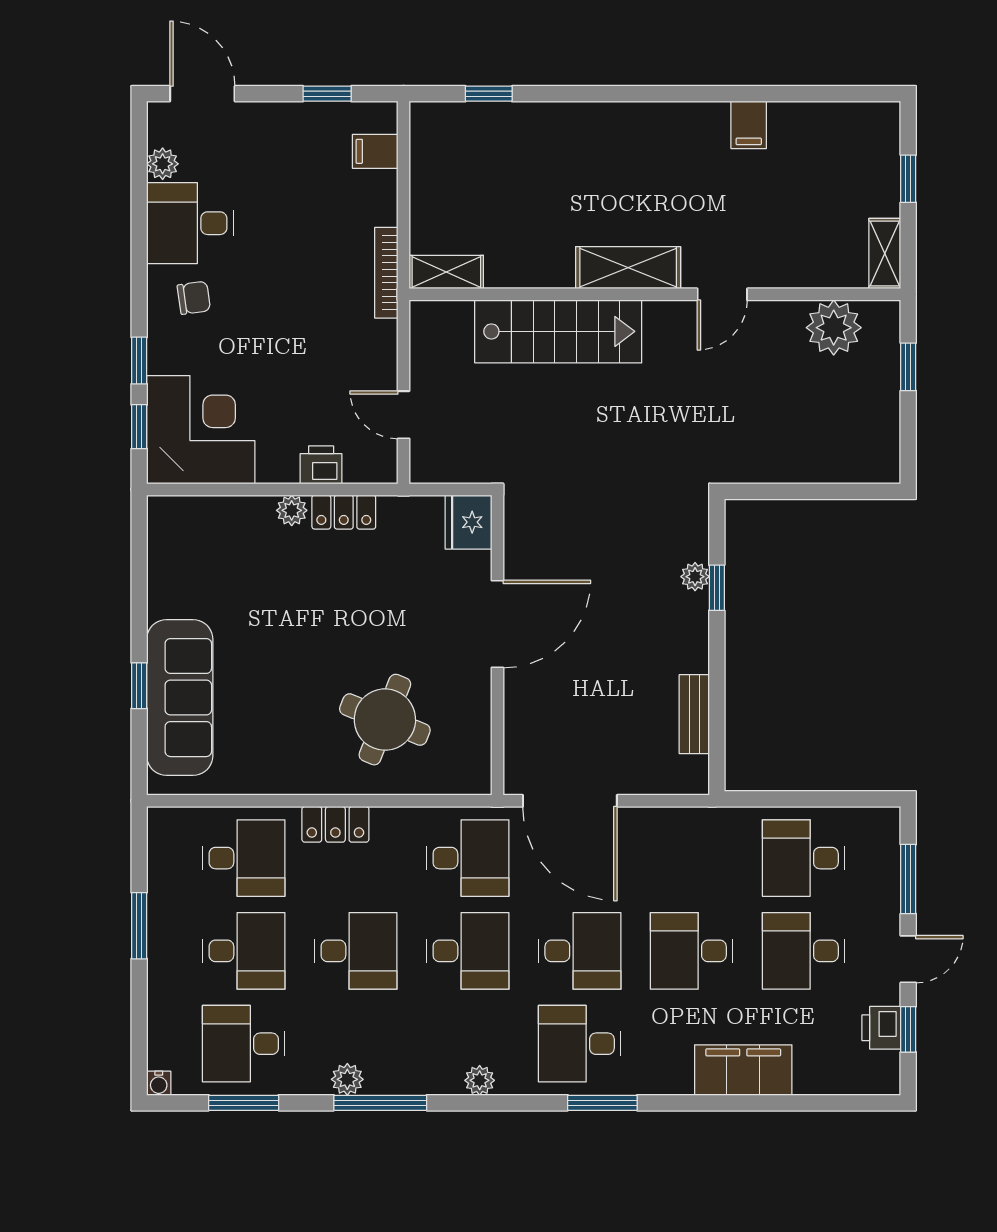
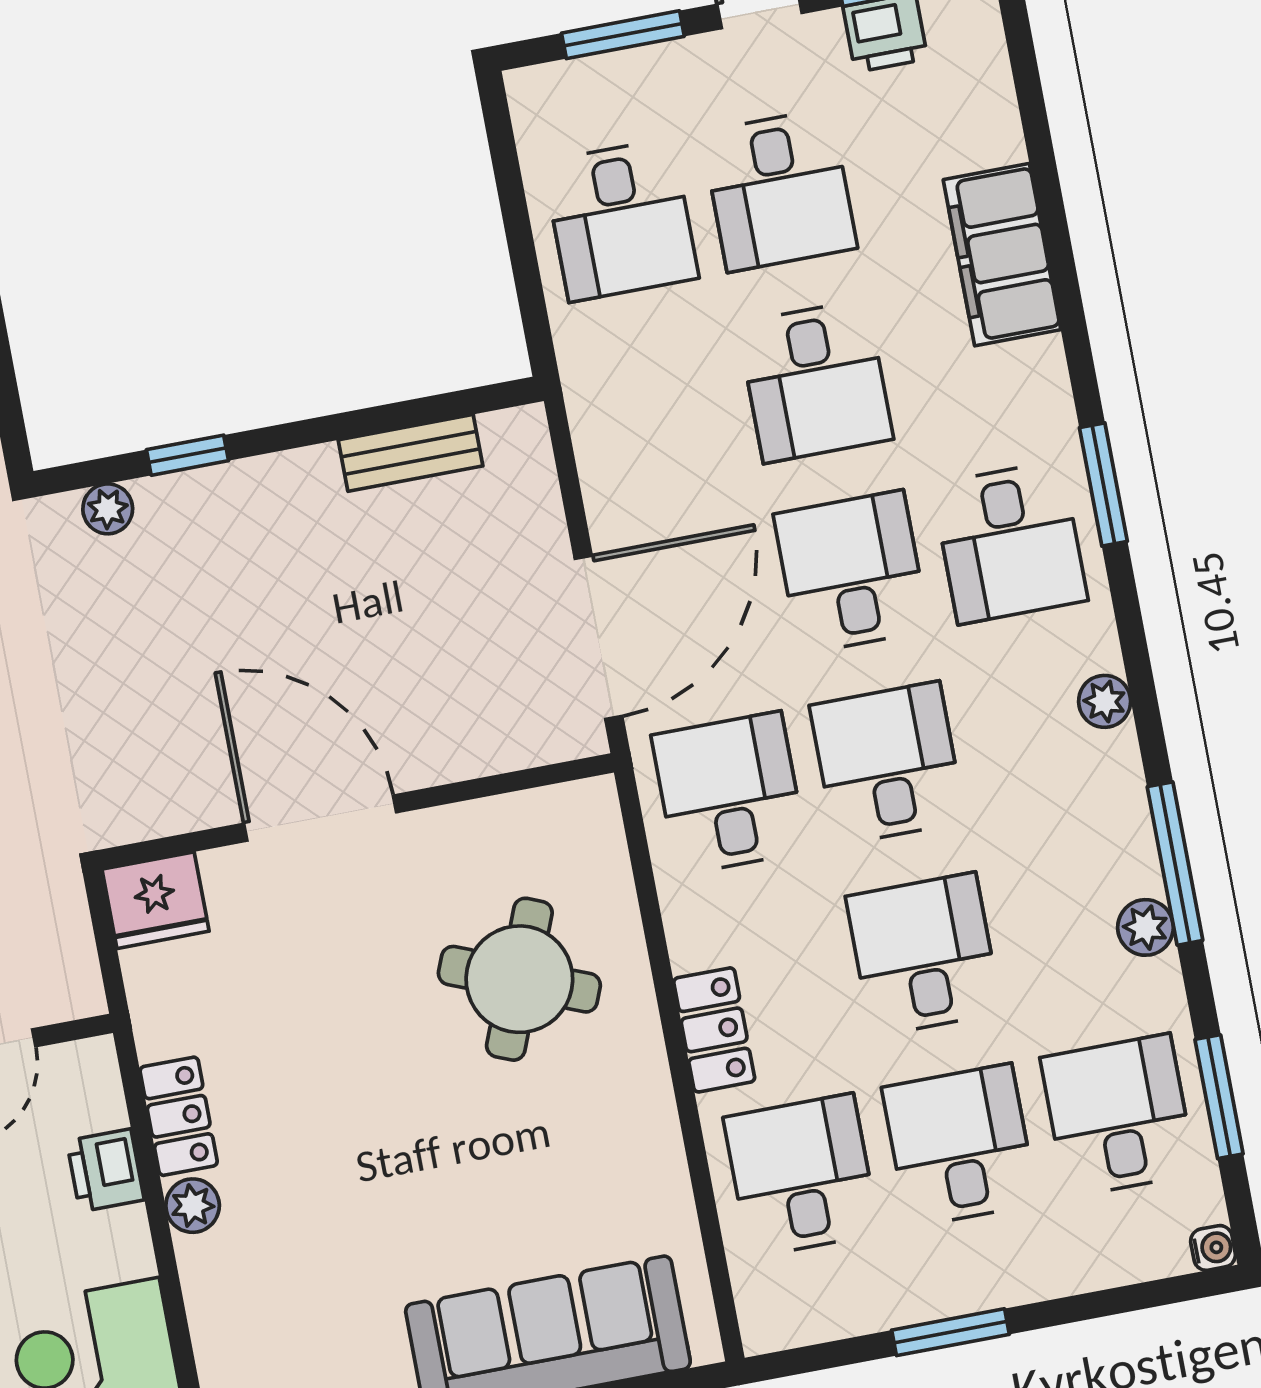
plant: (695, 577) -> (108, 509), moved
desk: (244, 1044) -> (1118, 1116), turned 180

